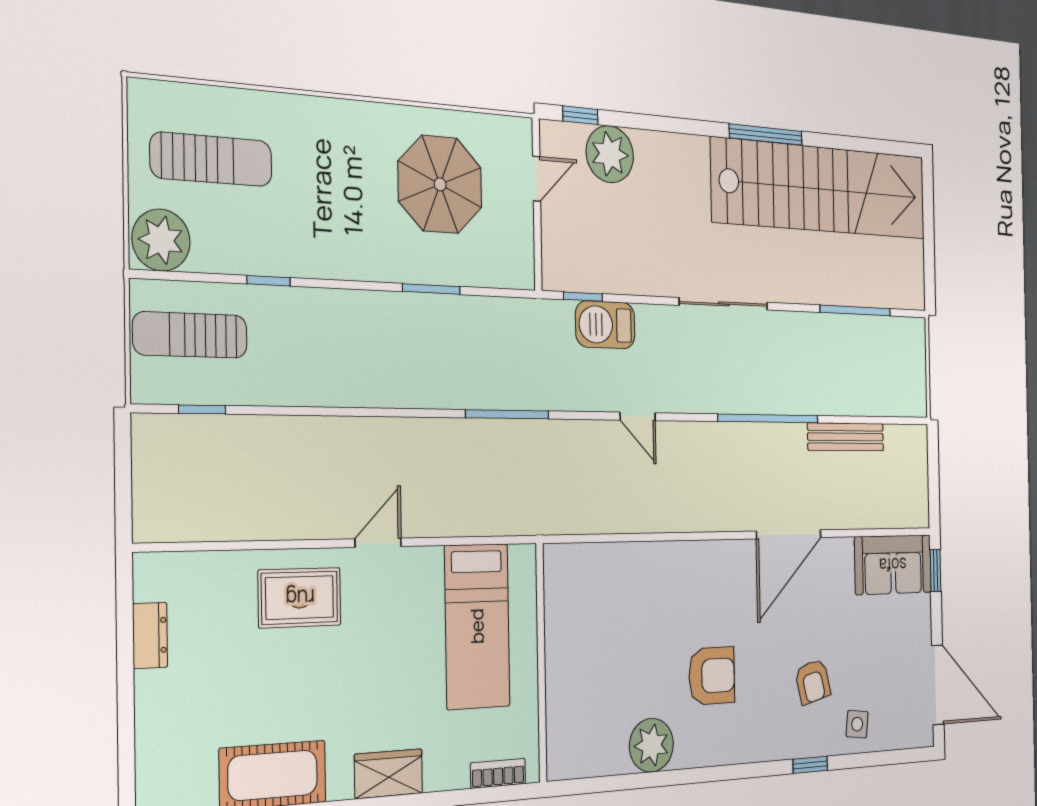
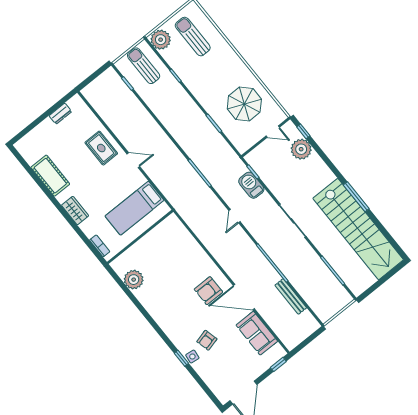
sun lounger: (211, 159) -> (193, 37), turned 180
sofa: (893, 565) -> (257, 333), moved
armchair: (712, 676) -> (208, 291), moved, turned 90
side table: (857, 724) -> (192, 357), moved
plant: (651, 745) -> (134, 280), moved

